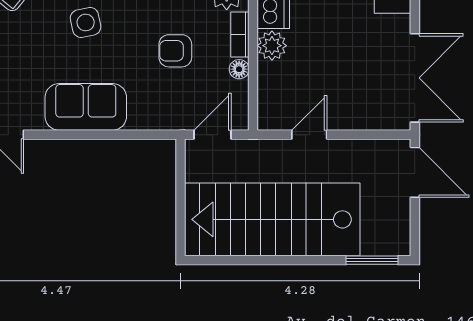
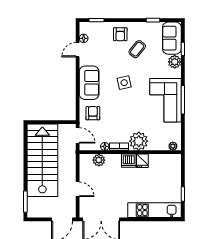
plant: (272, 46) -> (99, 160), moved
armchair: (175, 51) -> (93, 113), moved
door: (309, 135) -> (78, 189), moved

